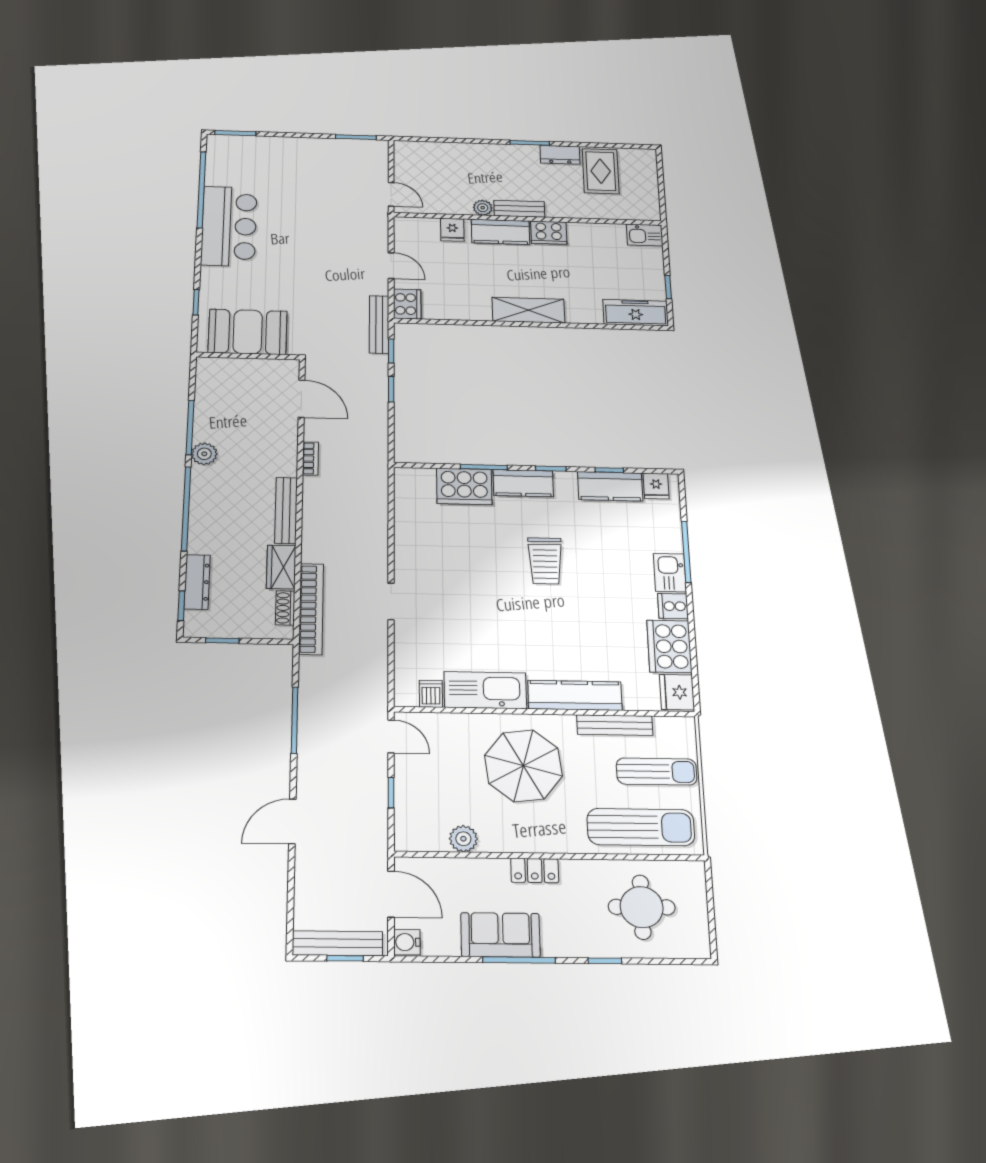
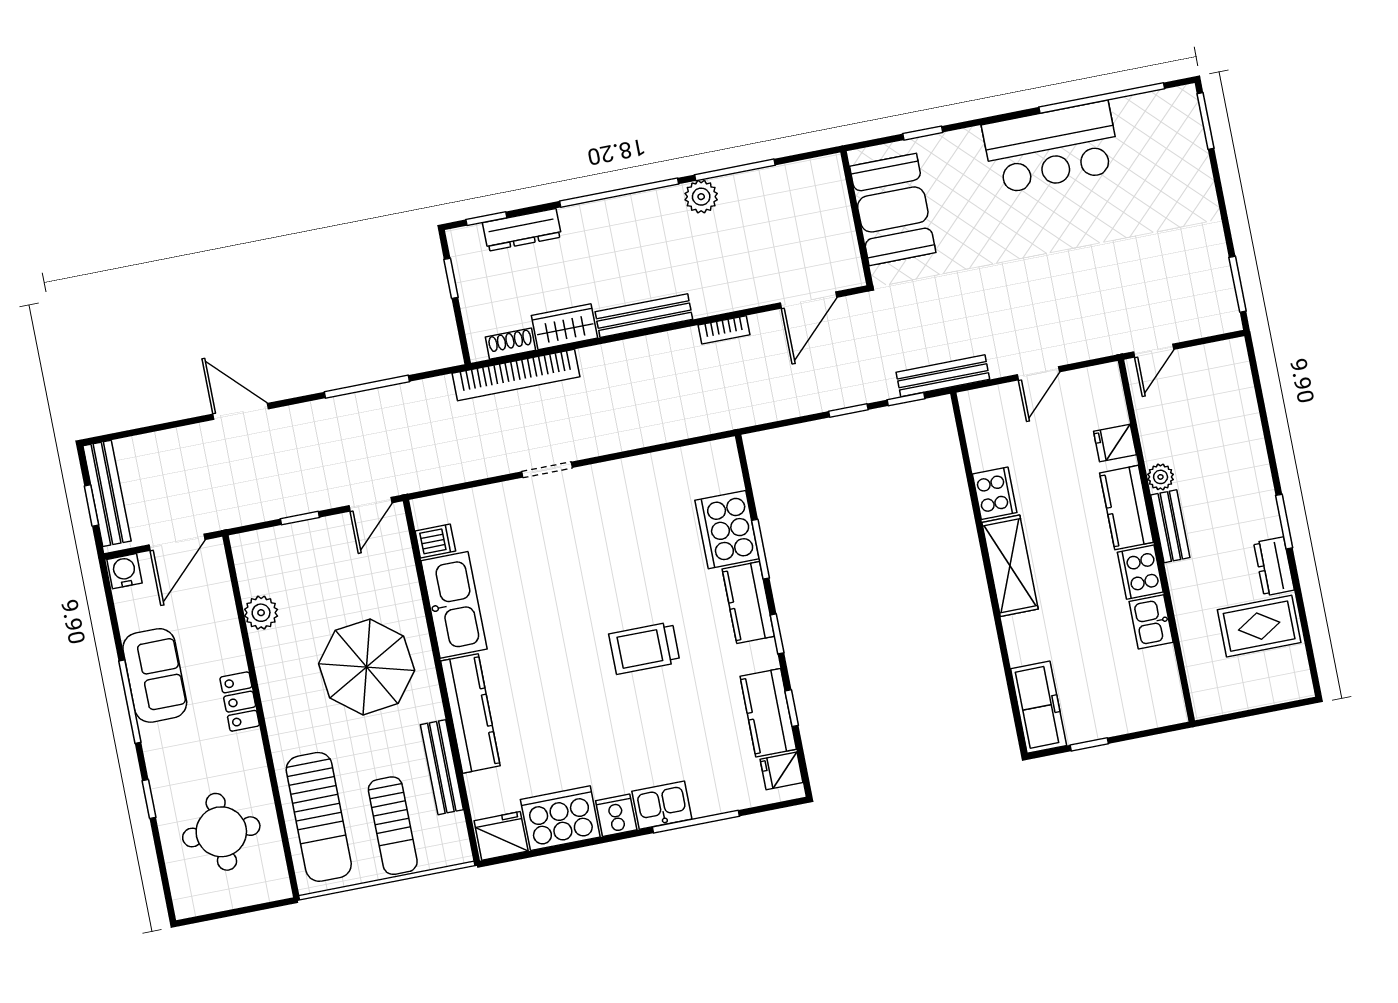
kitchen sink: (645, 235) -> (1151, 622), moved
cooker: (407, 304) -> (995, 493), moved, turned -90

